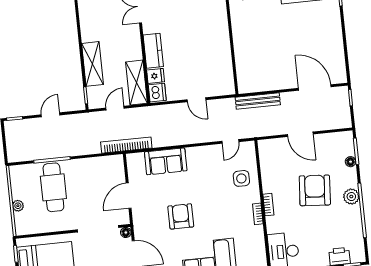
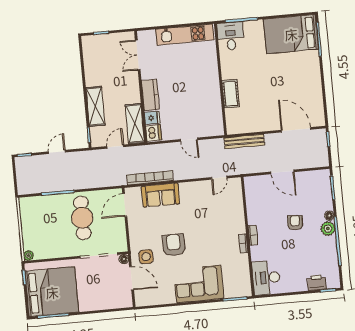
cot: (242, 48) -> (231, 94), added
bookcase: (126, 145) -> (150, 178), moved
floor lamp: (351, 162) -> (329, 216), moved
side table: (241, 178) -> (146, 257), moved
cafe table: (53, 187) -> (82, 218), moved
armchair: (315, 190) -> (295, 223), width x0.53, depth x0.53
door: (129, 196) -> (125, 205), moved
plant: (18, 206) -> (29, 255), moved

